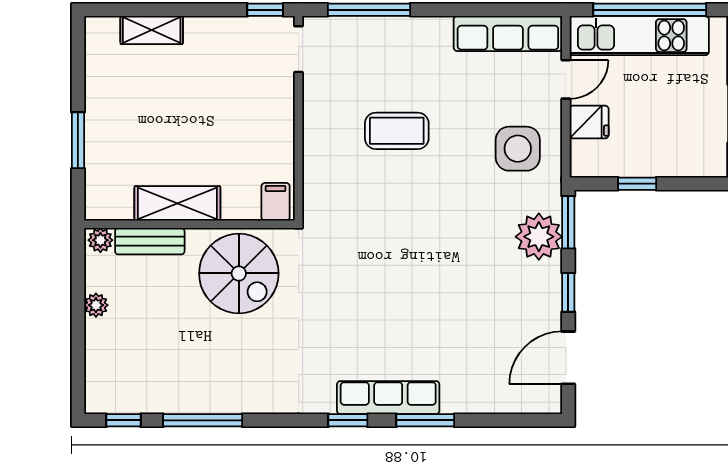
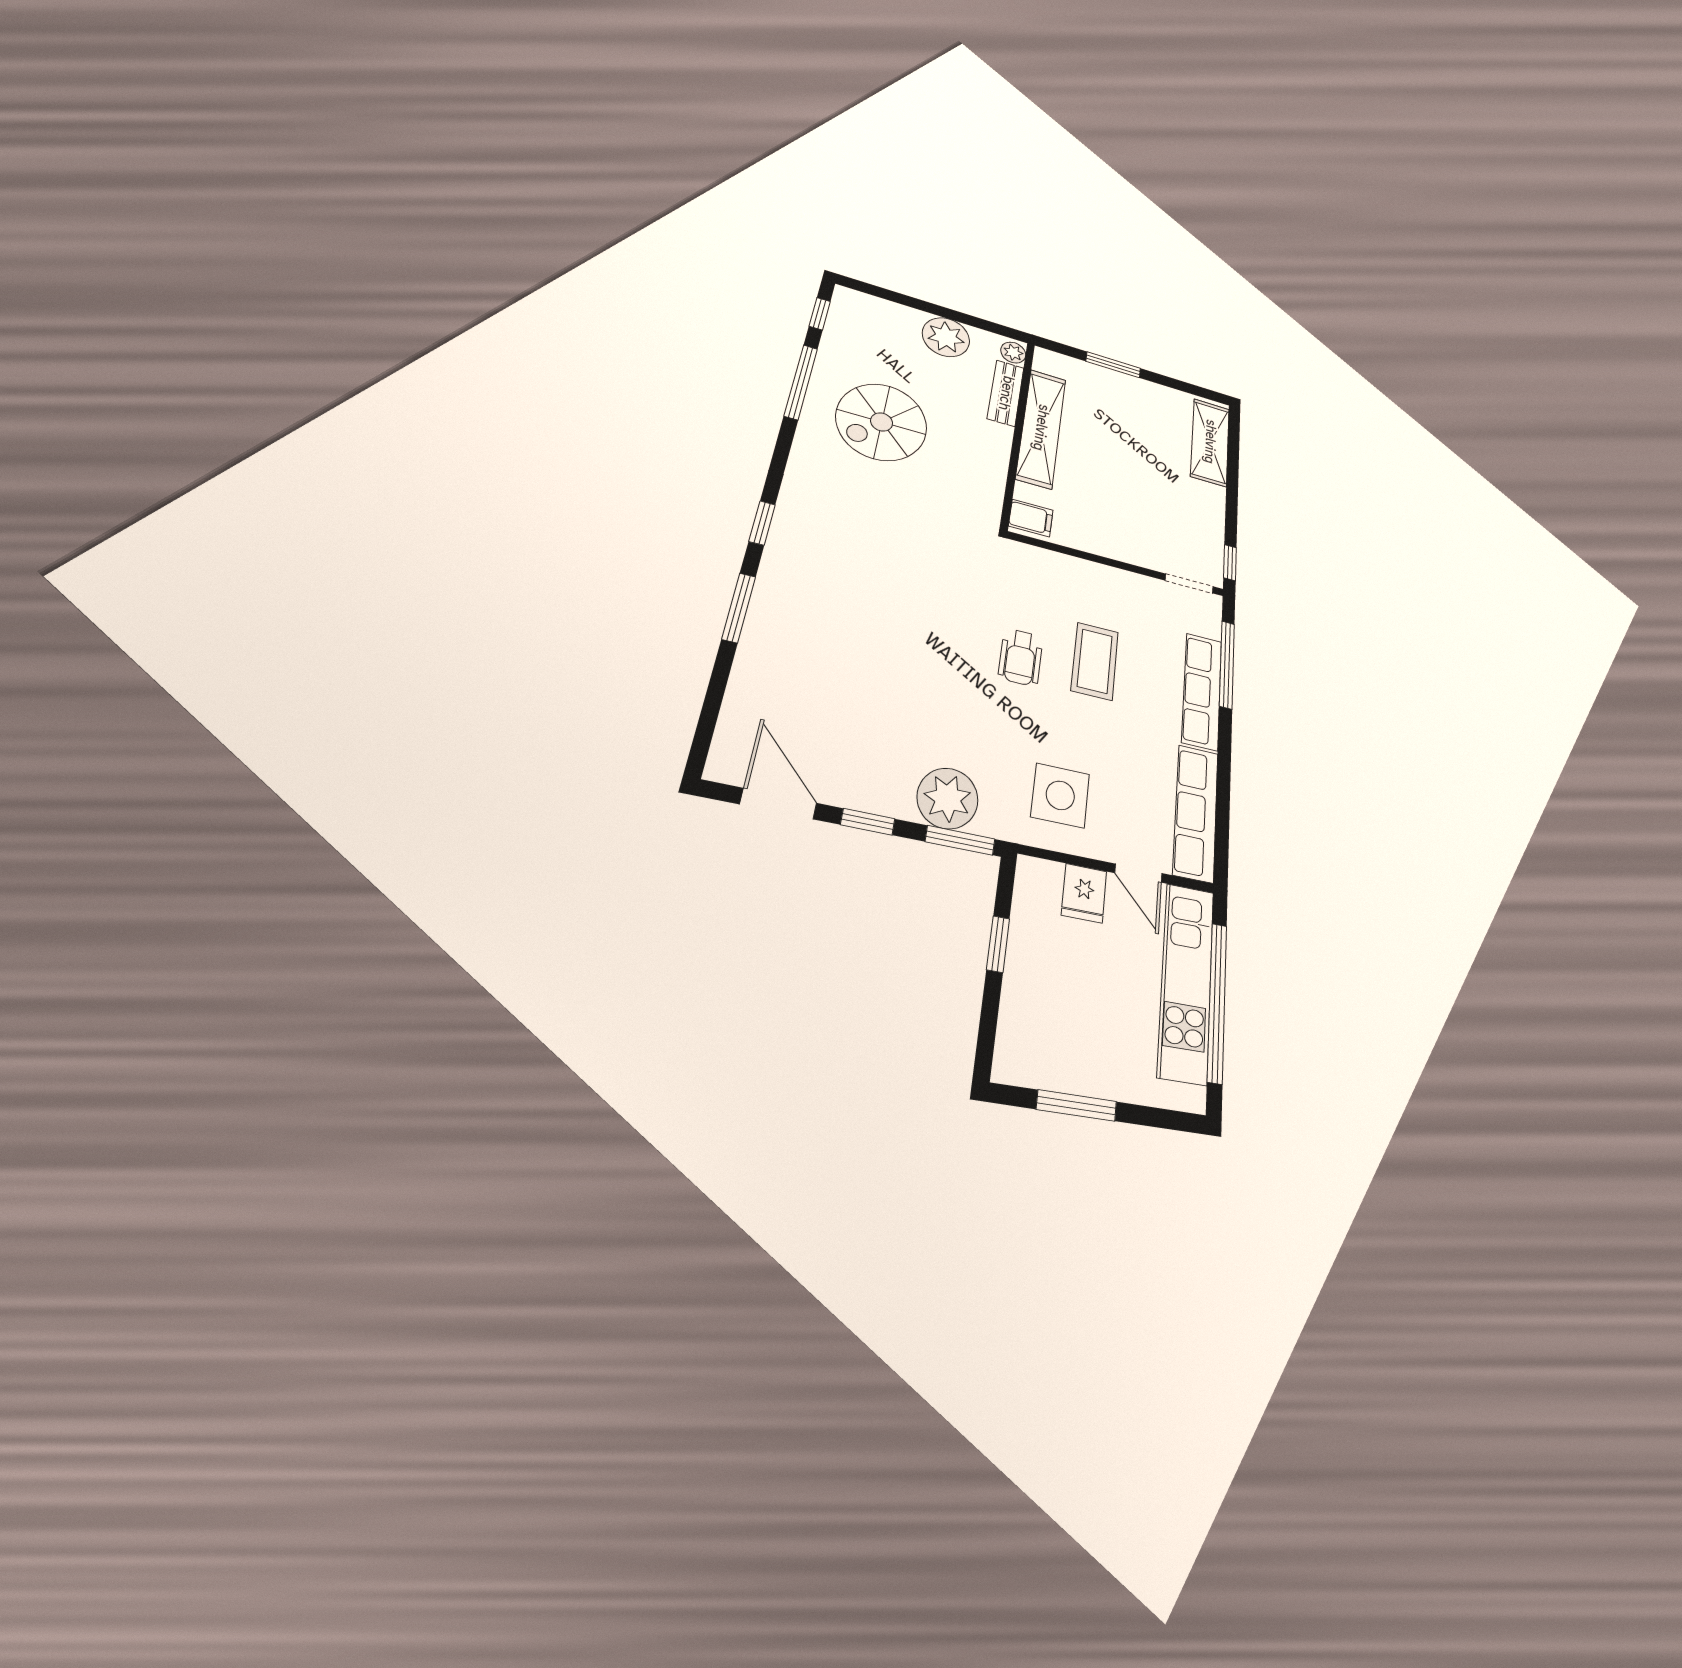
shelving: (152, 30) -> (1210, 442), width x1.50, depth x1.33
wheelchair: (410, 195) -> (1021, 657), added
shelving: (177, 203) -> (1041, 428), width x1.47
spiral stairs: (239, 273) -> (882, 422), moved
plant: (96, 305) -> (946, 337), width x1.88, depth x1.88
row of seats: (388, 398) -> (1202, 691), moved, turned 180

